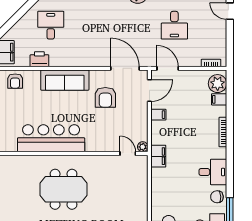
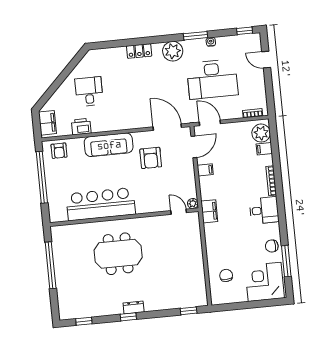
desk: (174, 25) -> (212, 79), width x1.87, depth x1.30
desk: (213, 172) -> (264, 210), moved

